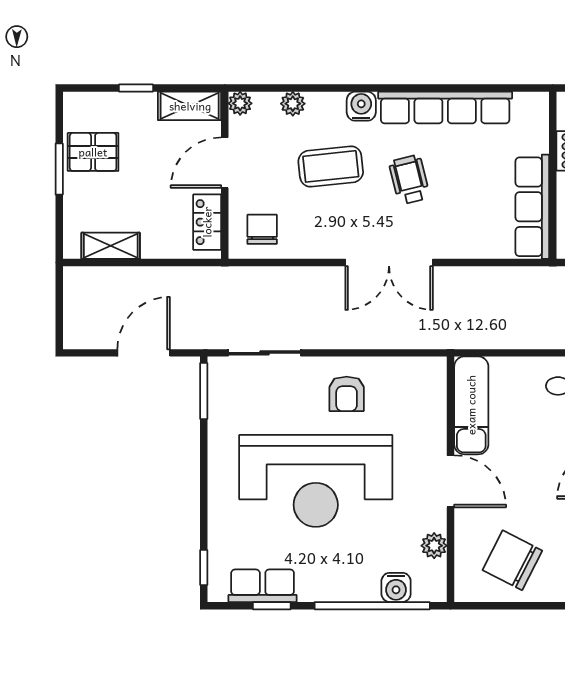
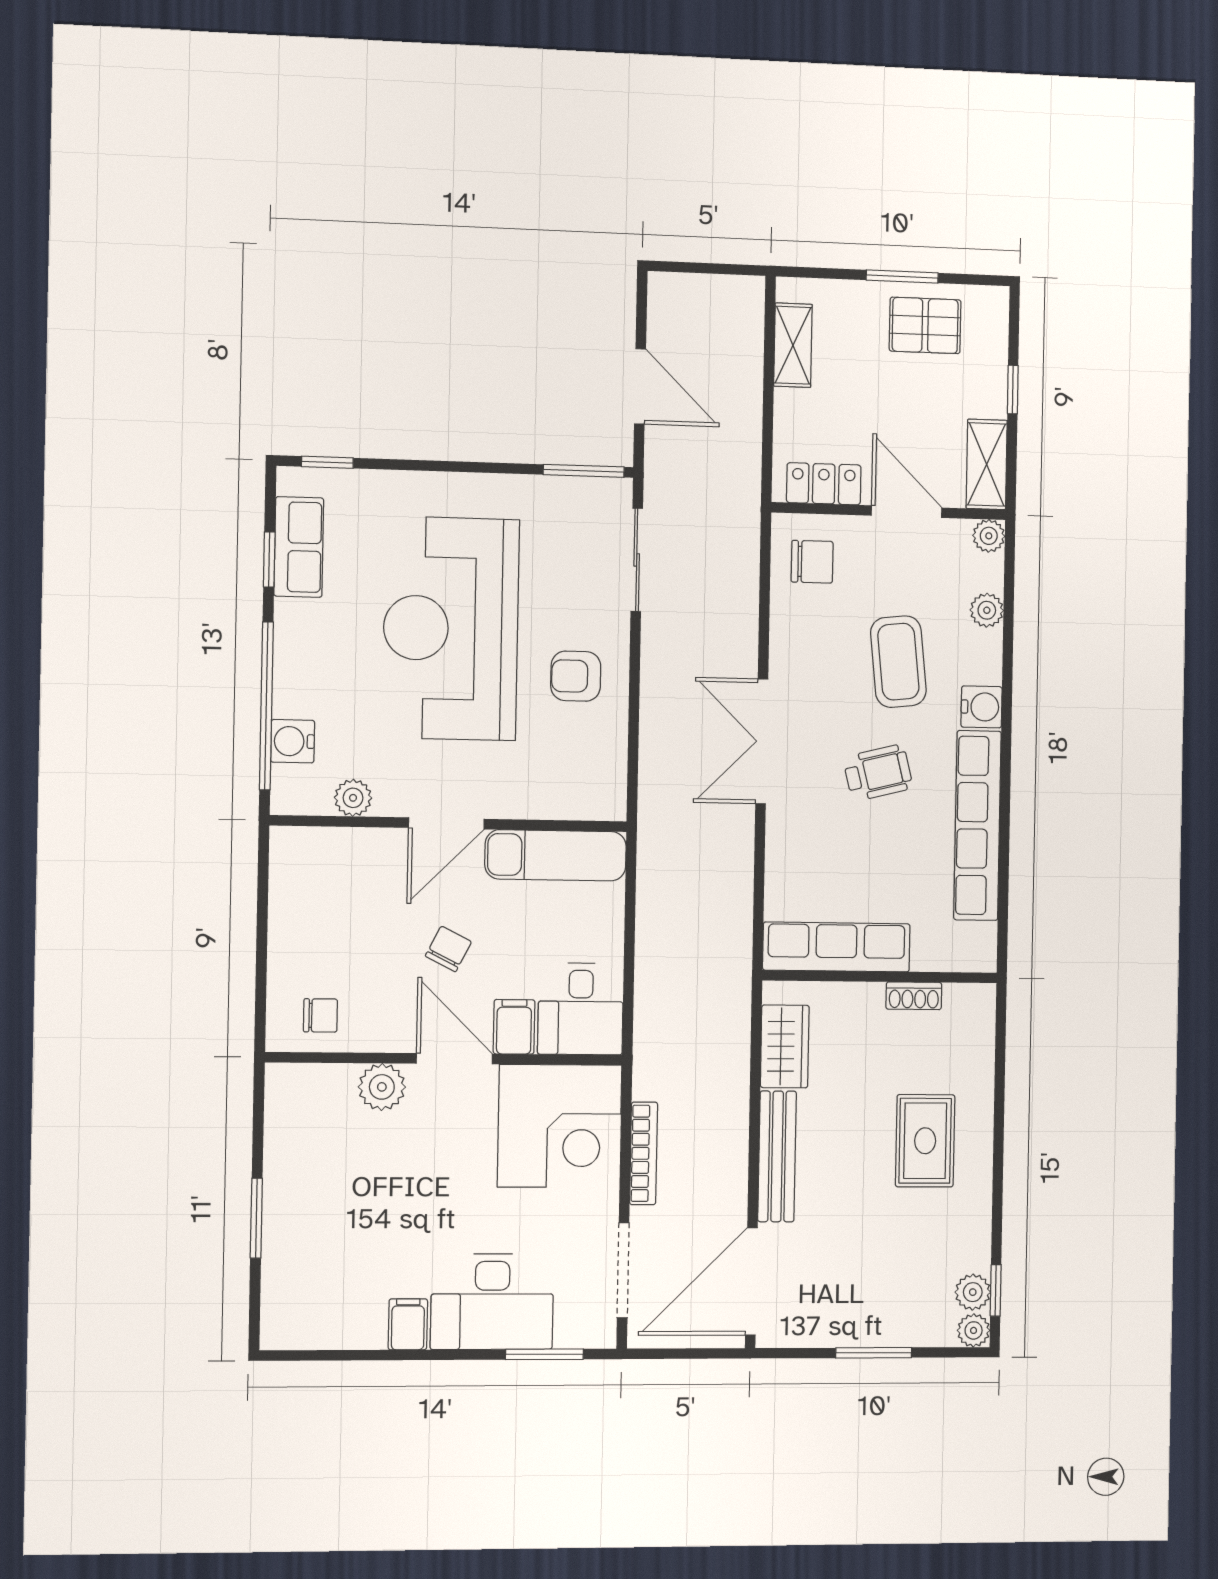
pallet: (93, 152) -> (925, 325), turned 90
chair: (512, 560) -> (448, 949), moved, width x0.54, depth x0.54

